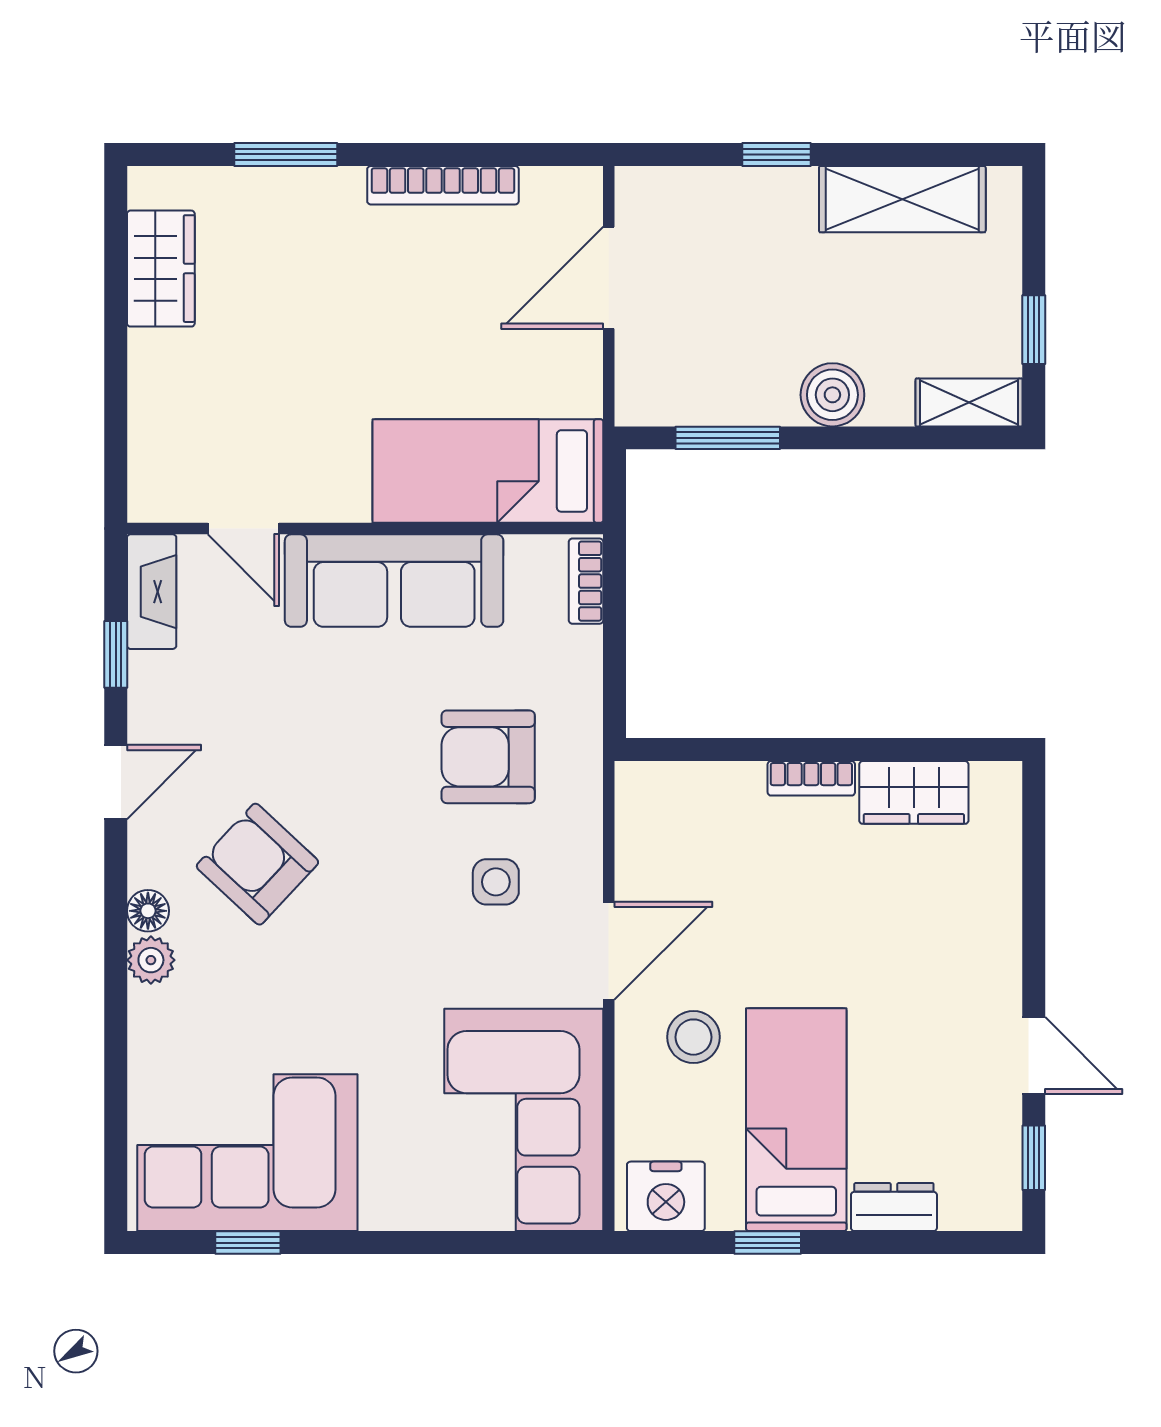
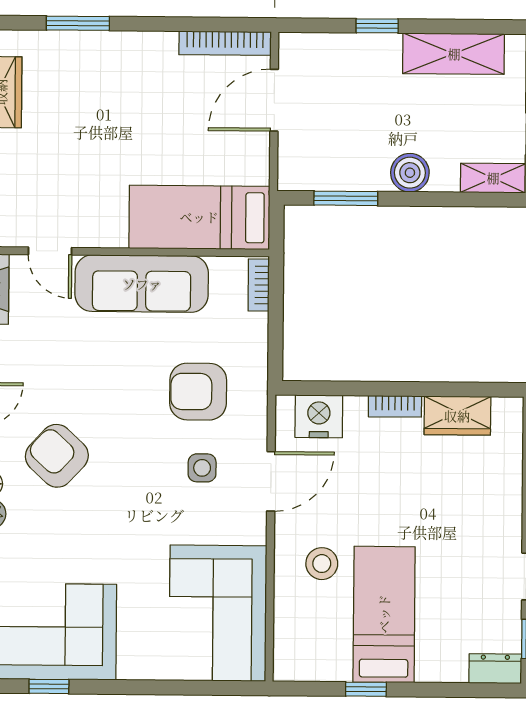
bookcase: (443, 185) -> (225, 43), moved
door: (609, 951) -> (271, 481), moved
nightstand: (666, 1196) -> (319, 416), moved, turned 180
dresser: (894, 1207) -> (495, 669), moved

